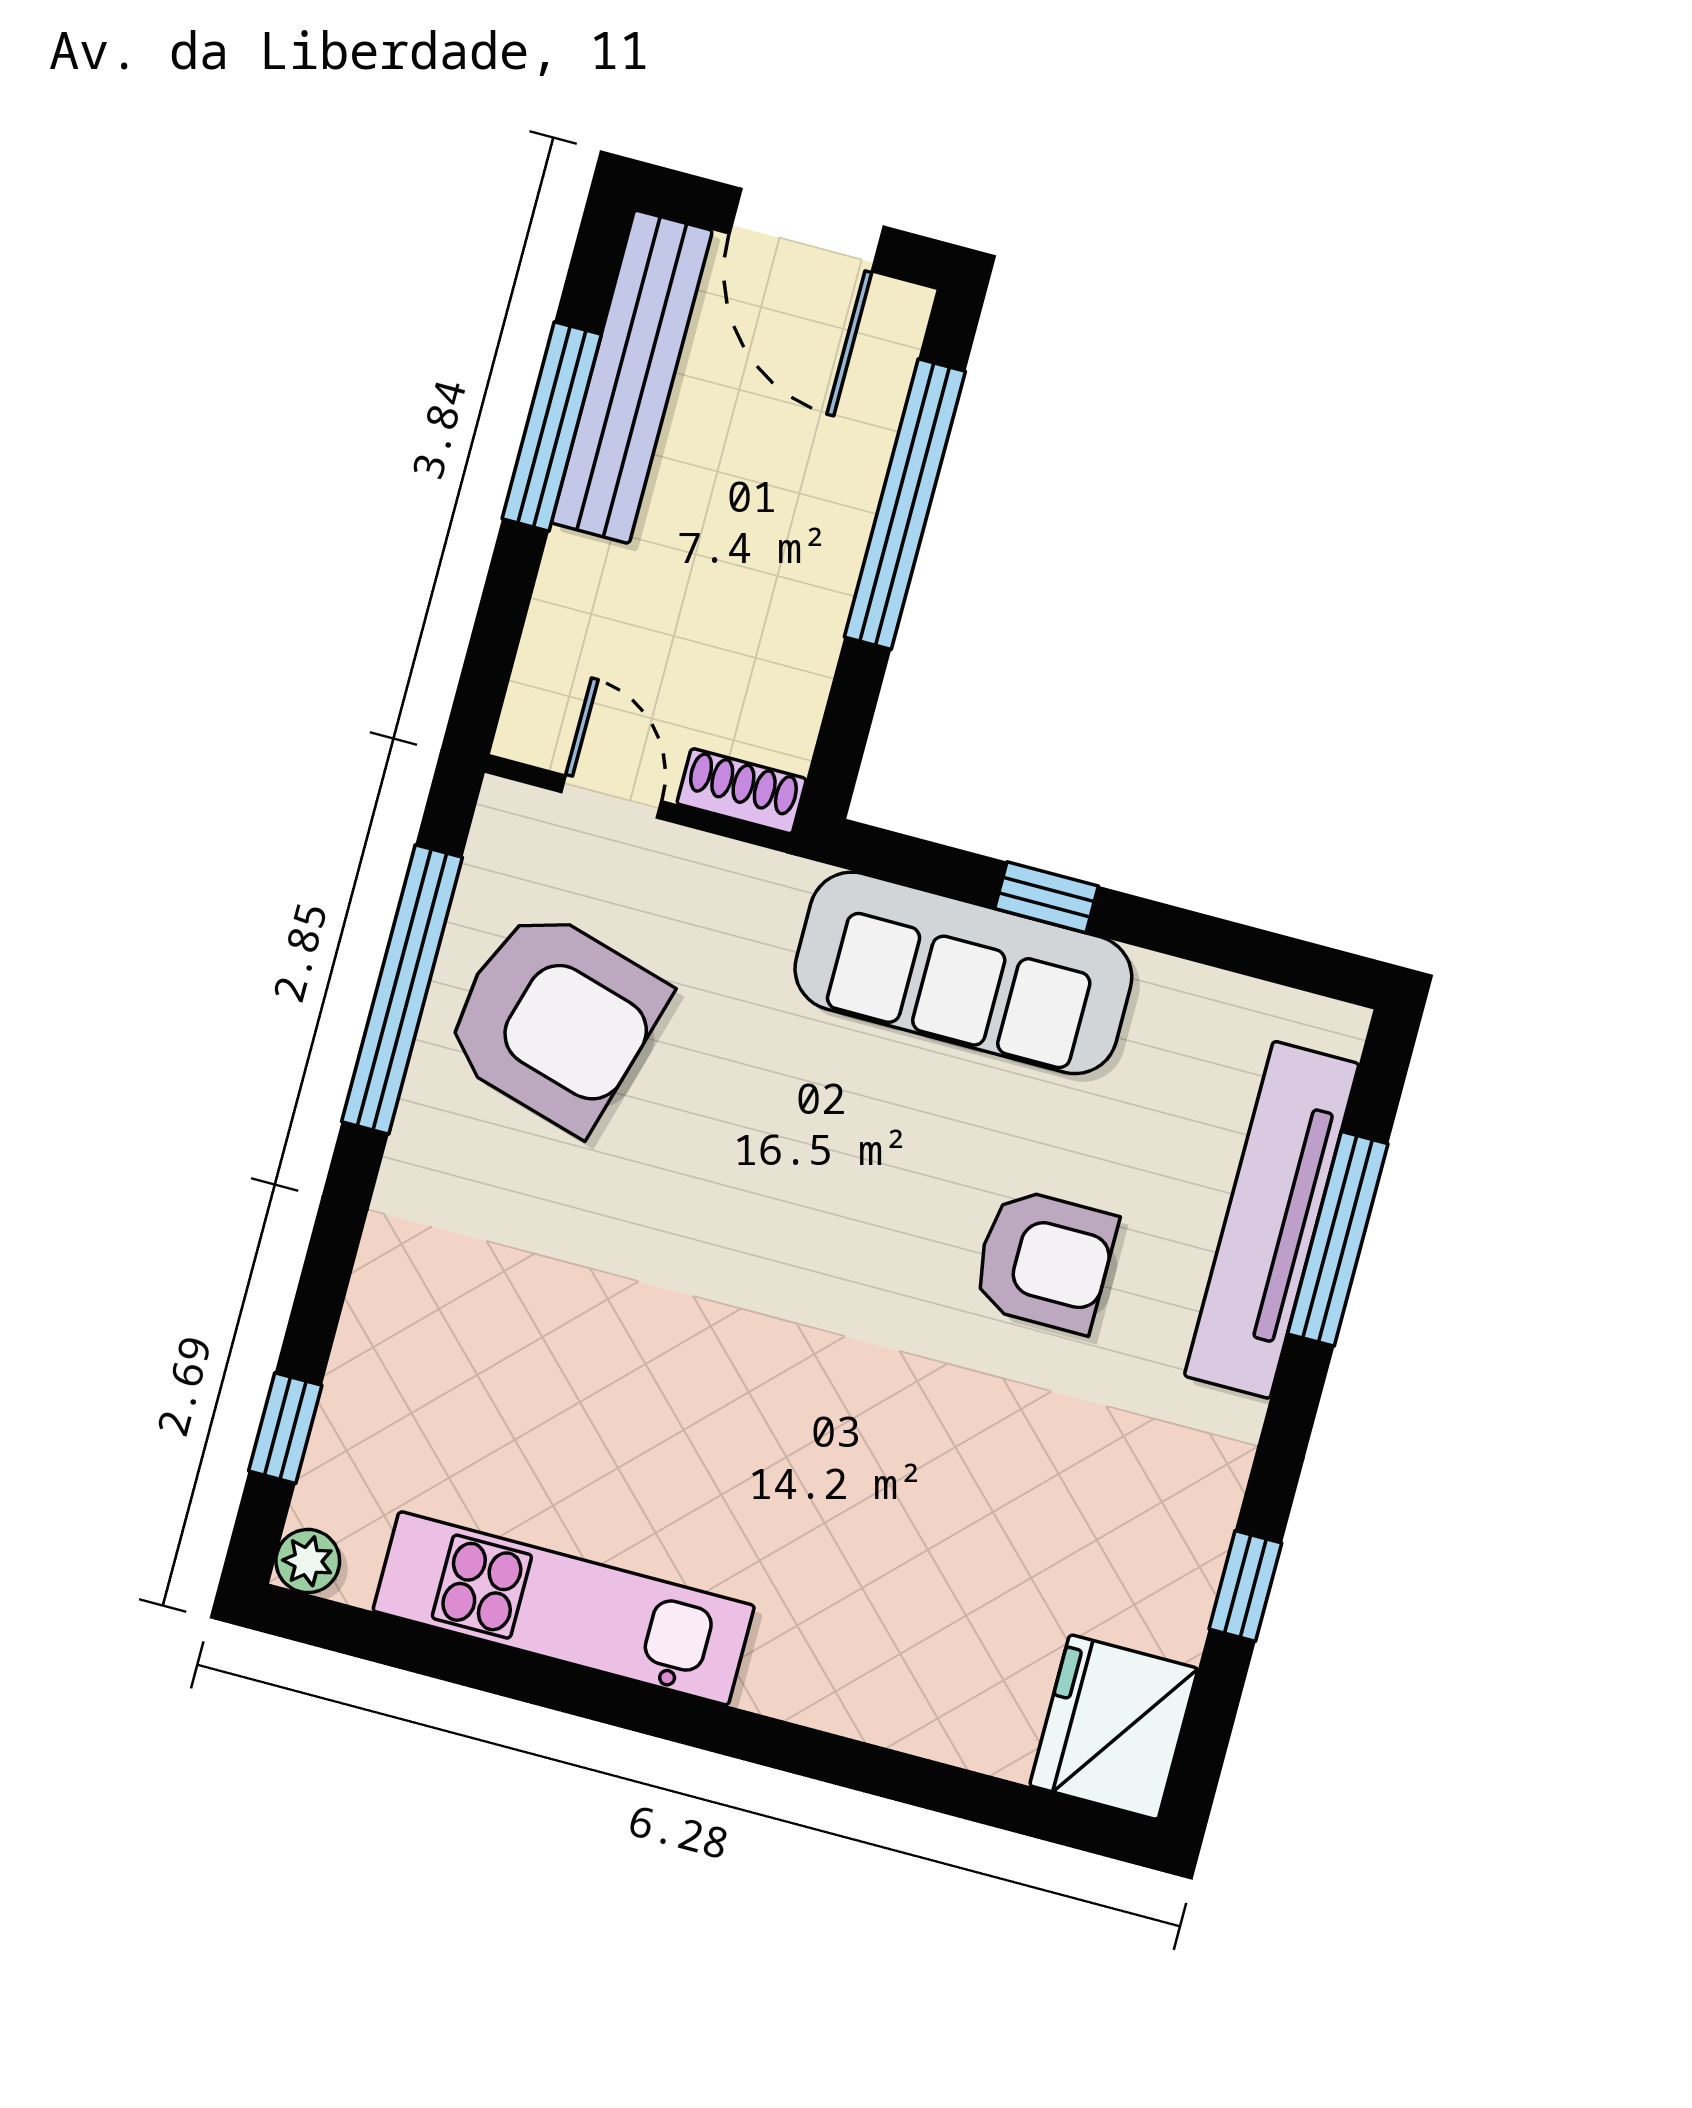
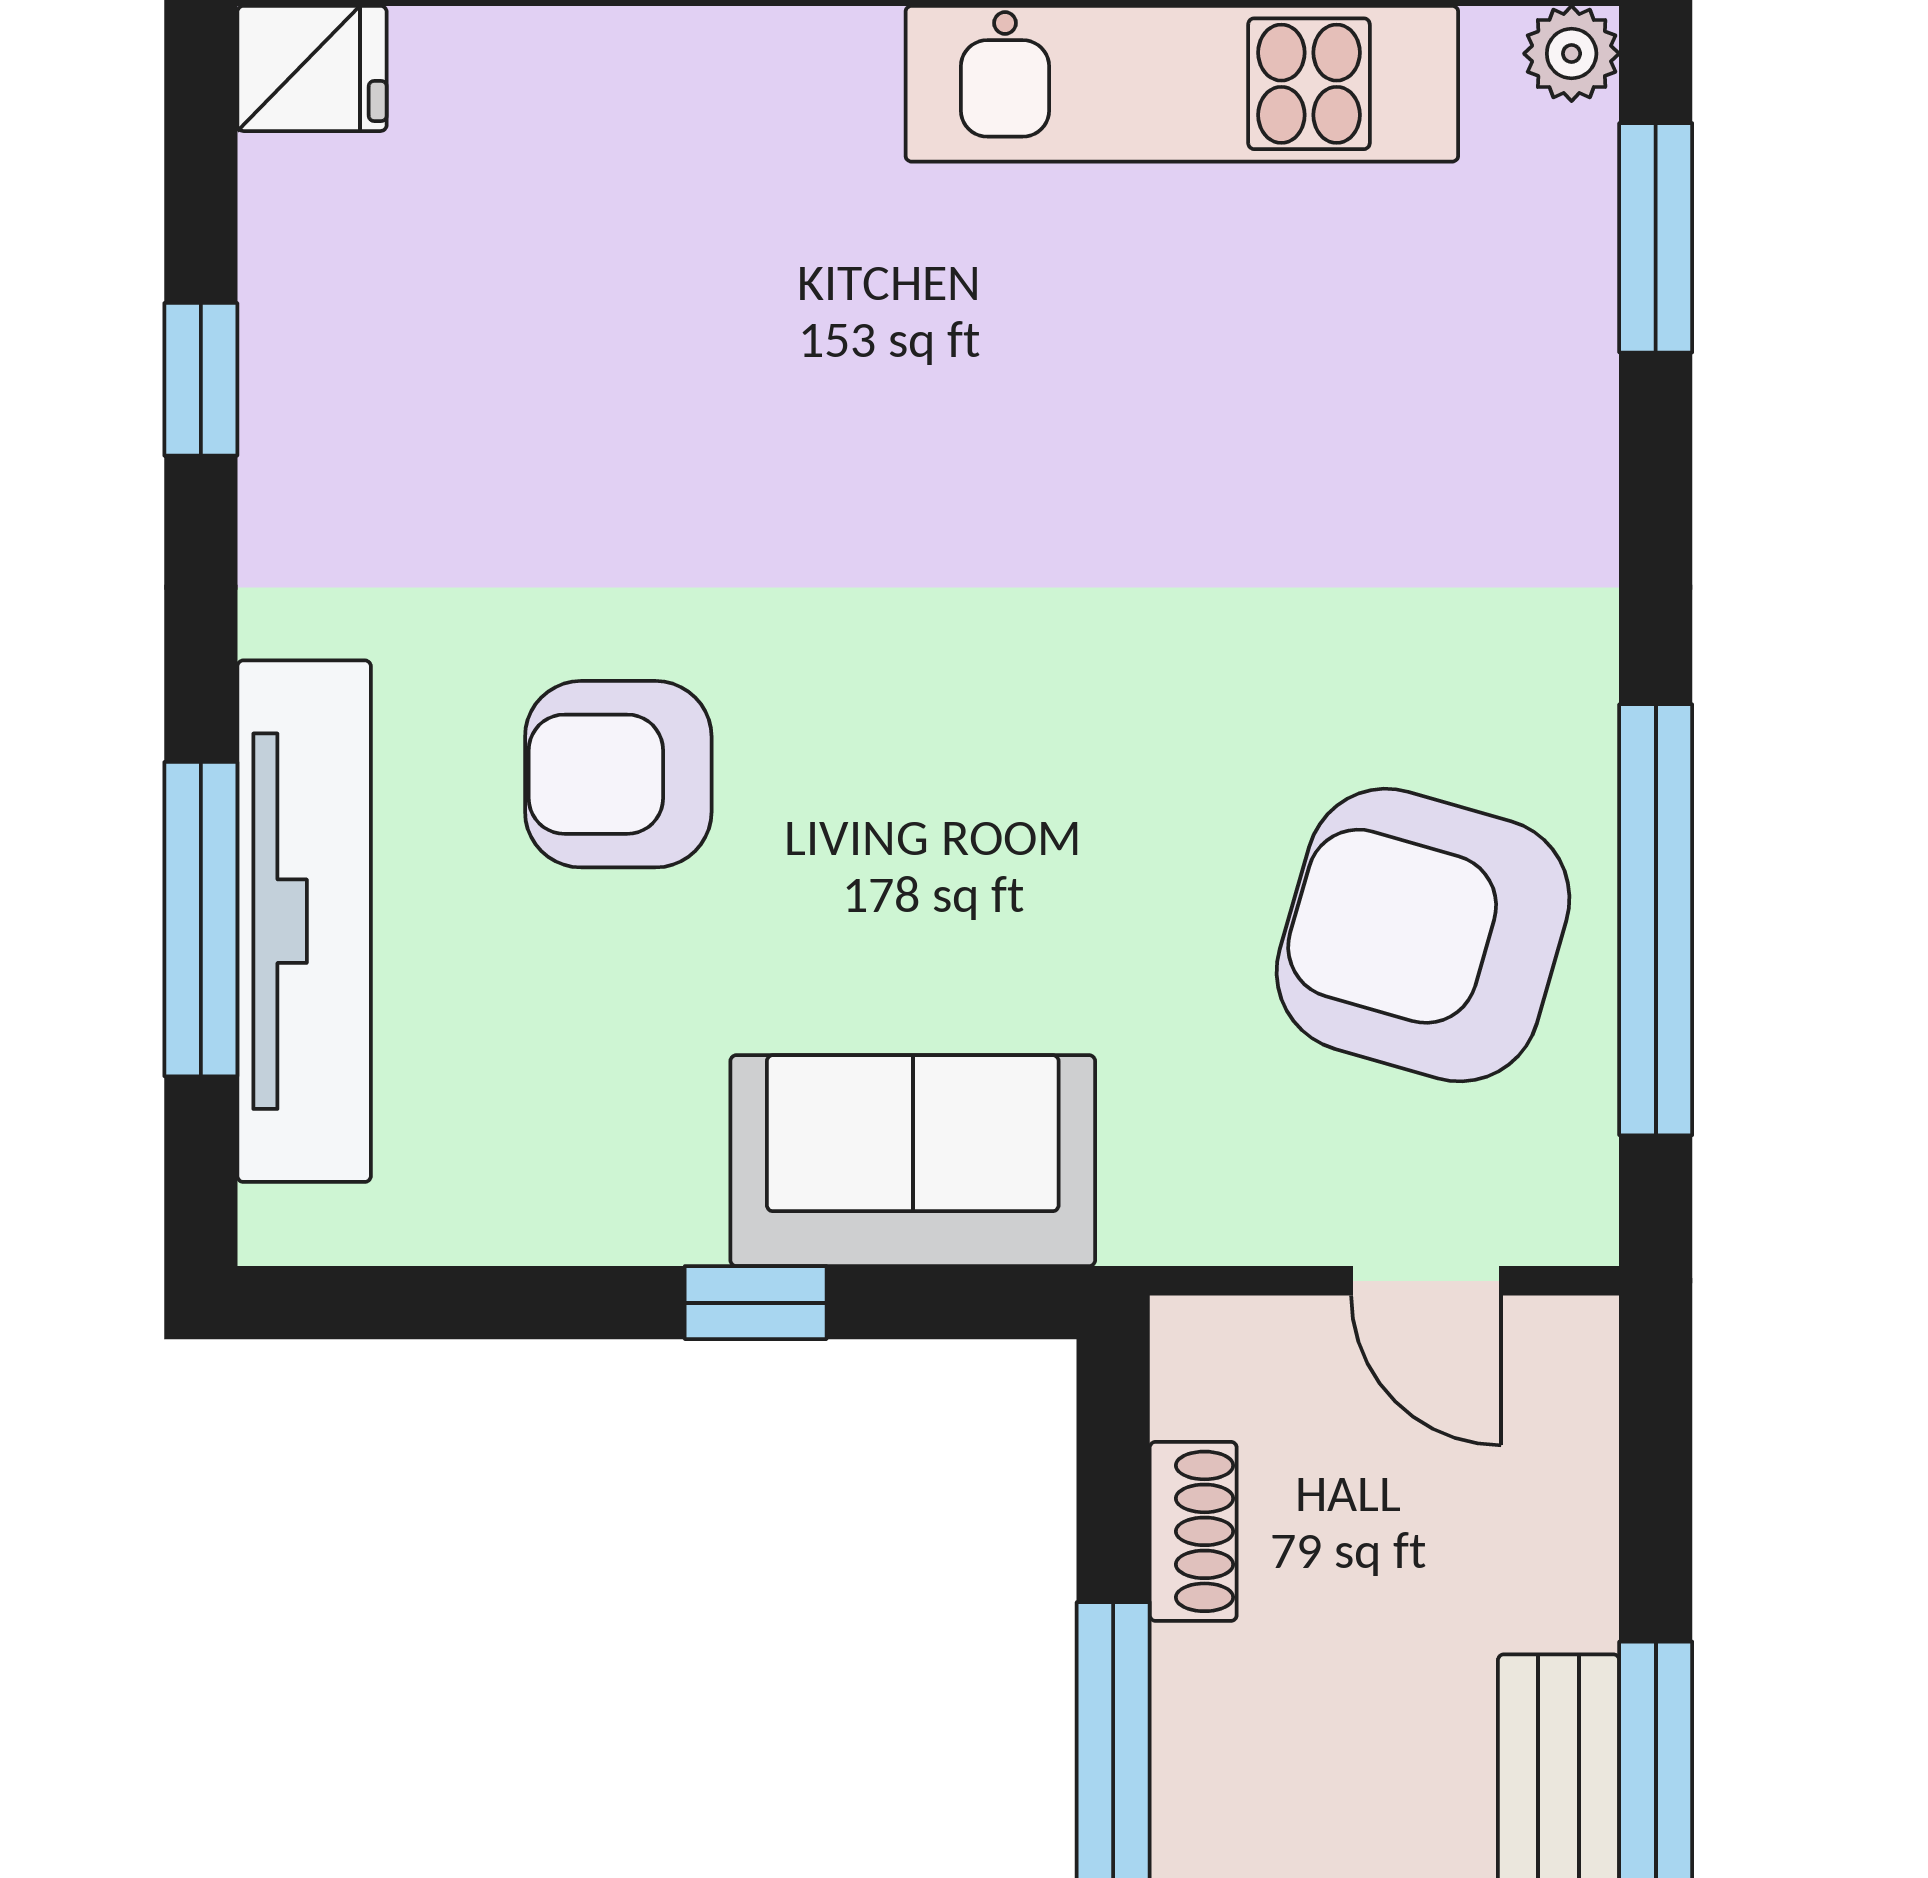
shoe rack: (742, 791) -> (1193, 1531), moved, turned -90
sofa: (963, 973) -> (913, 1161), width x0.73
window: (285, 1428) -> (1656, 238), width x1.50
fridge: (1114, 1727) -> (312, 68), width x0.53, depth x0.75

